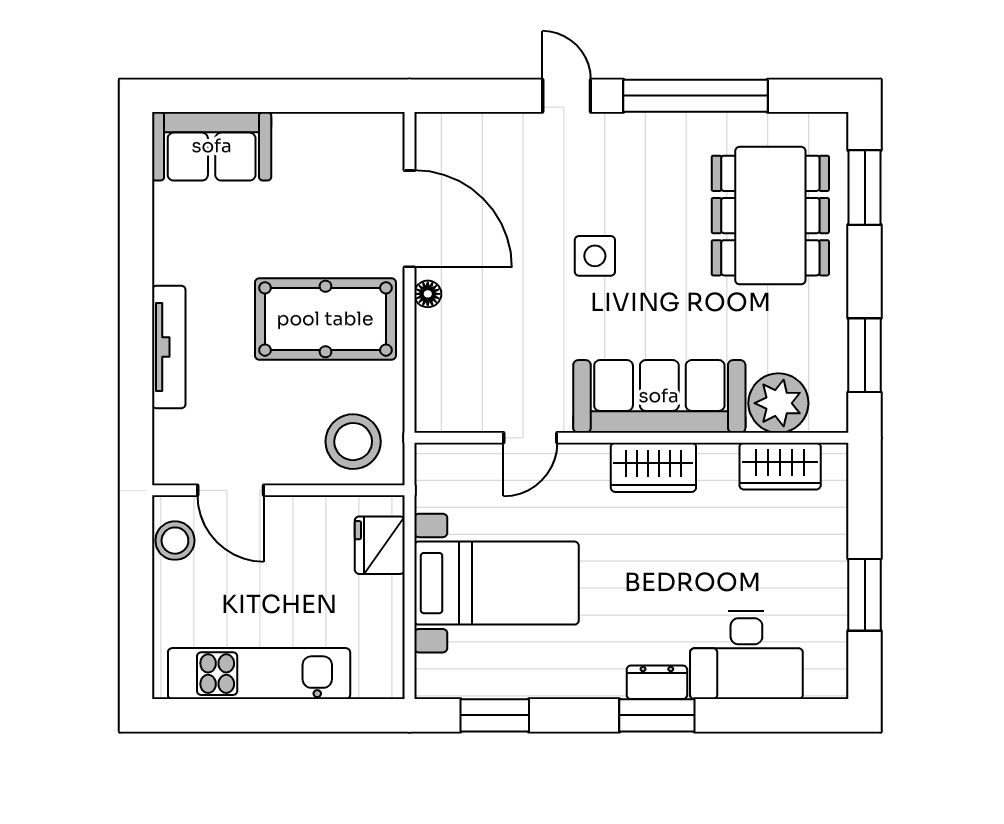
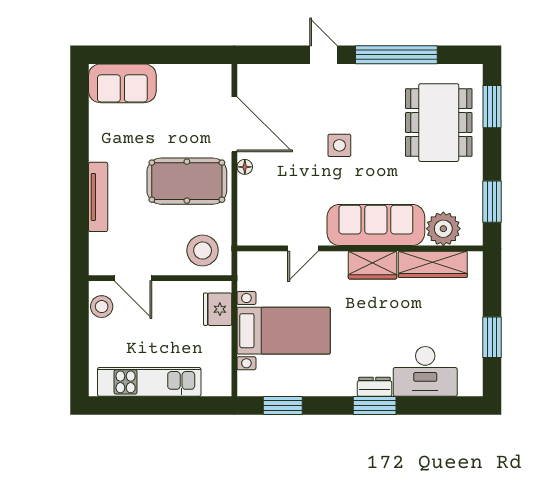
wardrobe: (780, 466) -> (433, 264), width x1.50

